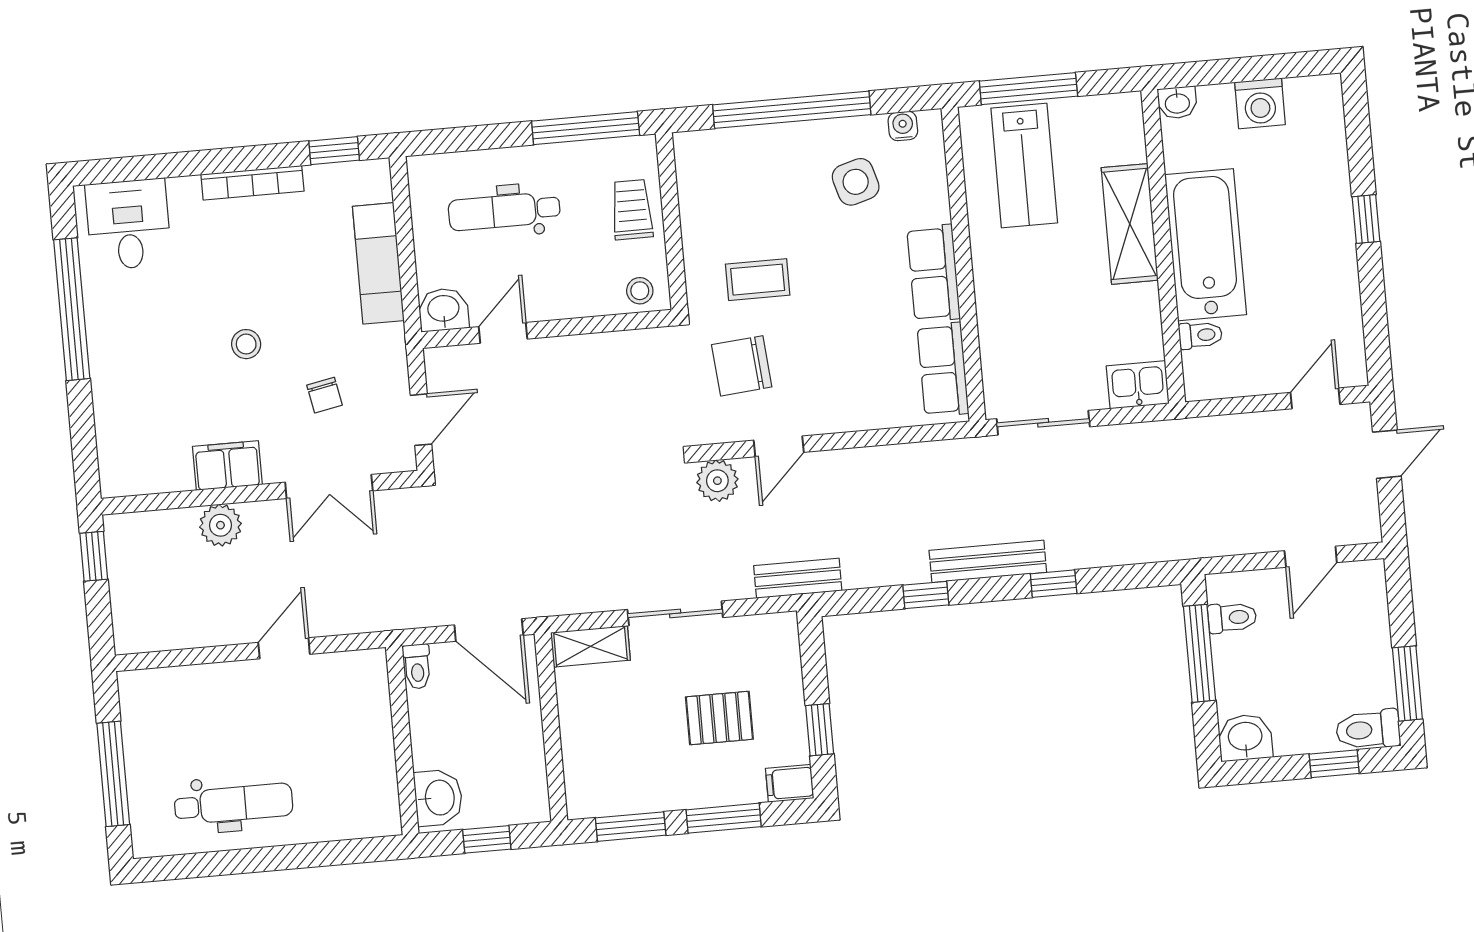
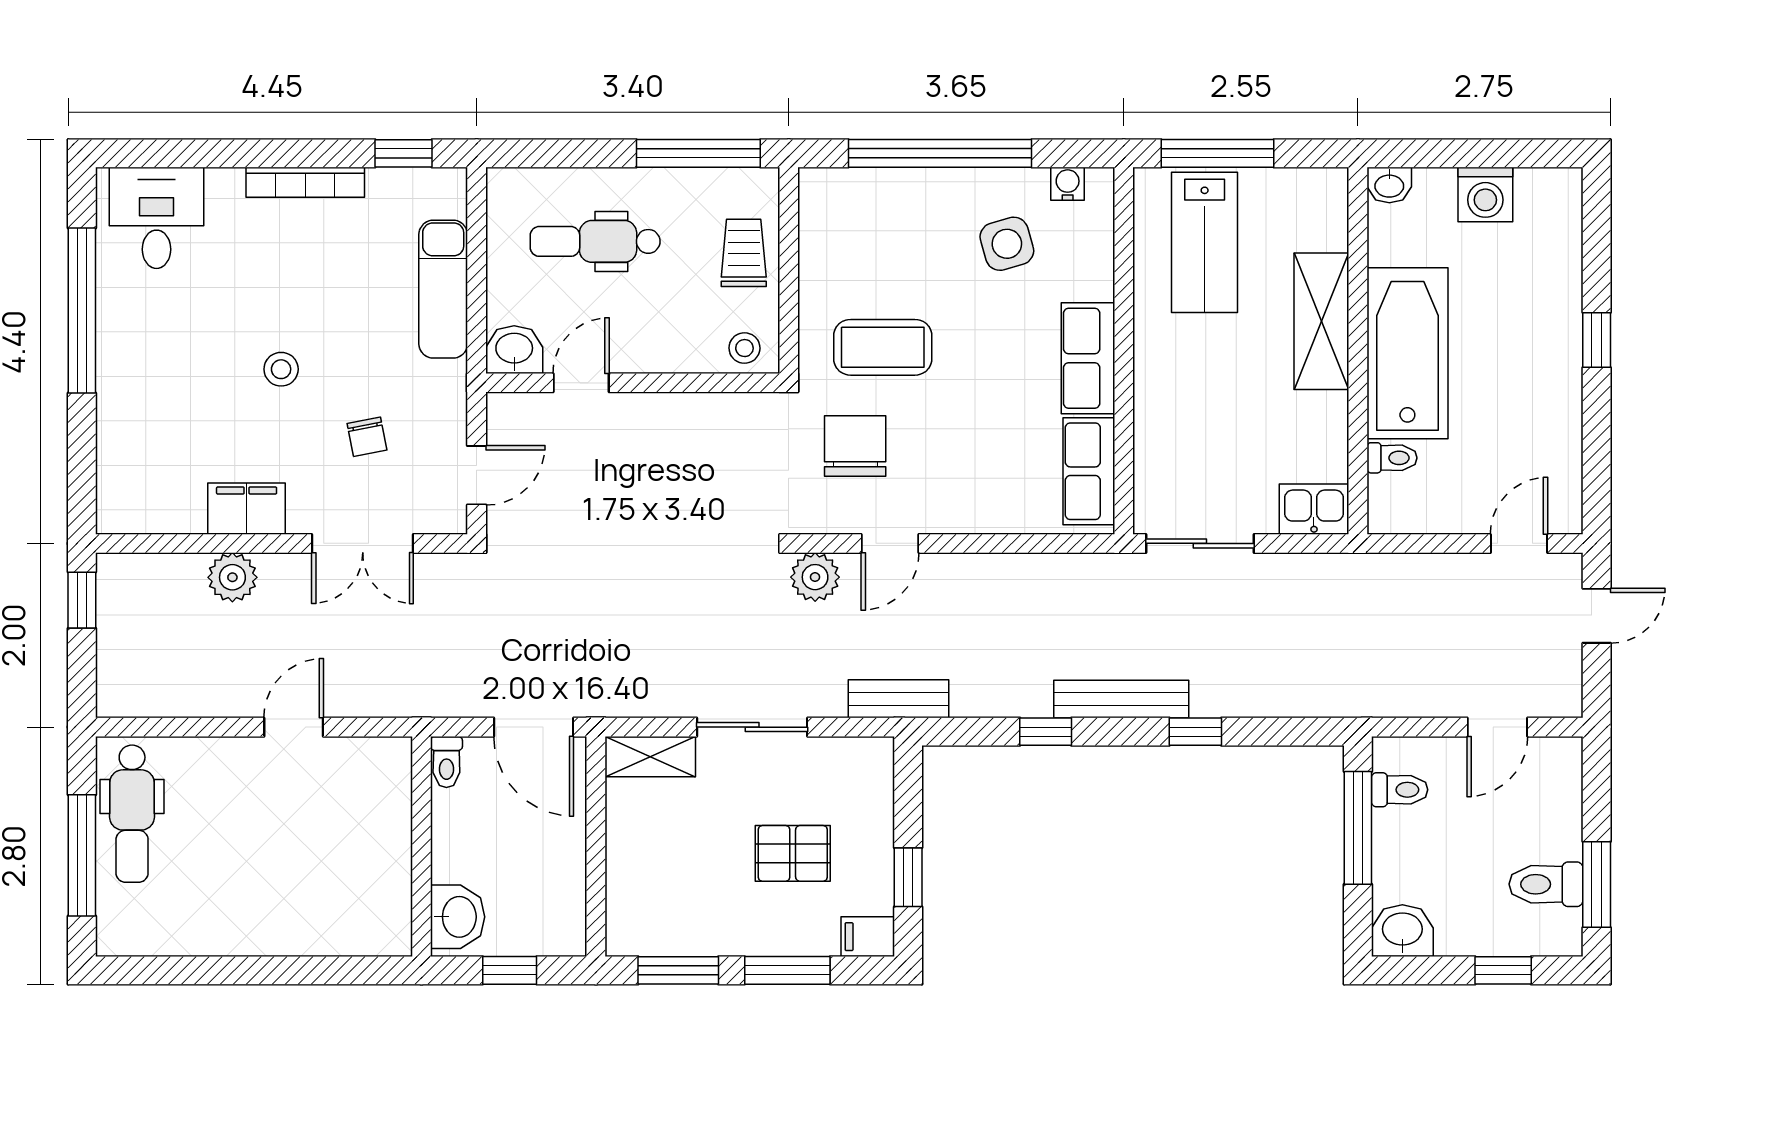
coffee table: (758, 280) -> (883, 347), width x1.36, depth x1.30
chair: (742, 366) -> (855, 446), turned 95
toilet: (1368, 730) -> (1546, 884), moved
dental chair: (234, 804) -> (132, 814), moved, turned 90

